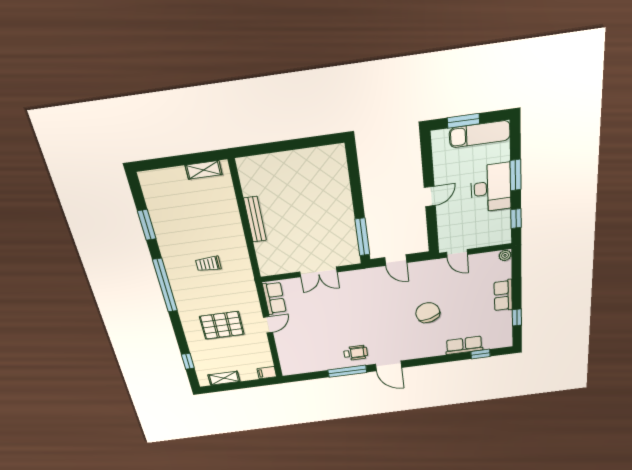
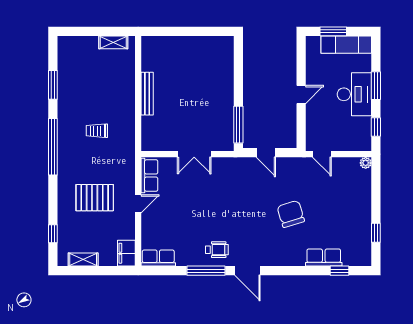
row of seats: (503, 295) -> (158, 258), moved, turned 90
filing cabinet: (267, 373) -> (126, 253), width x2.00

